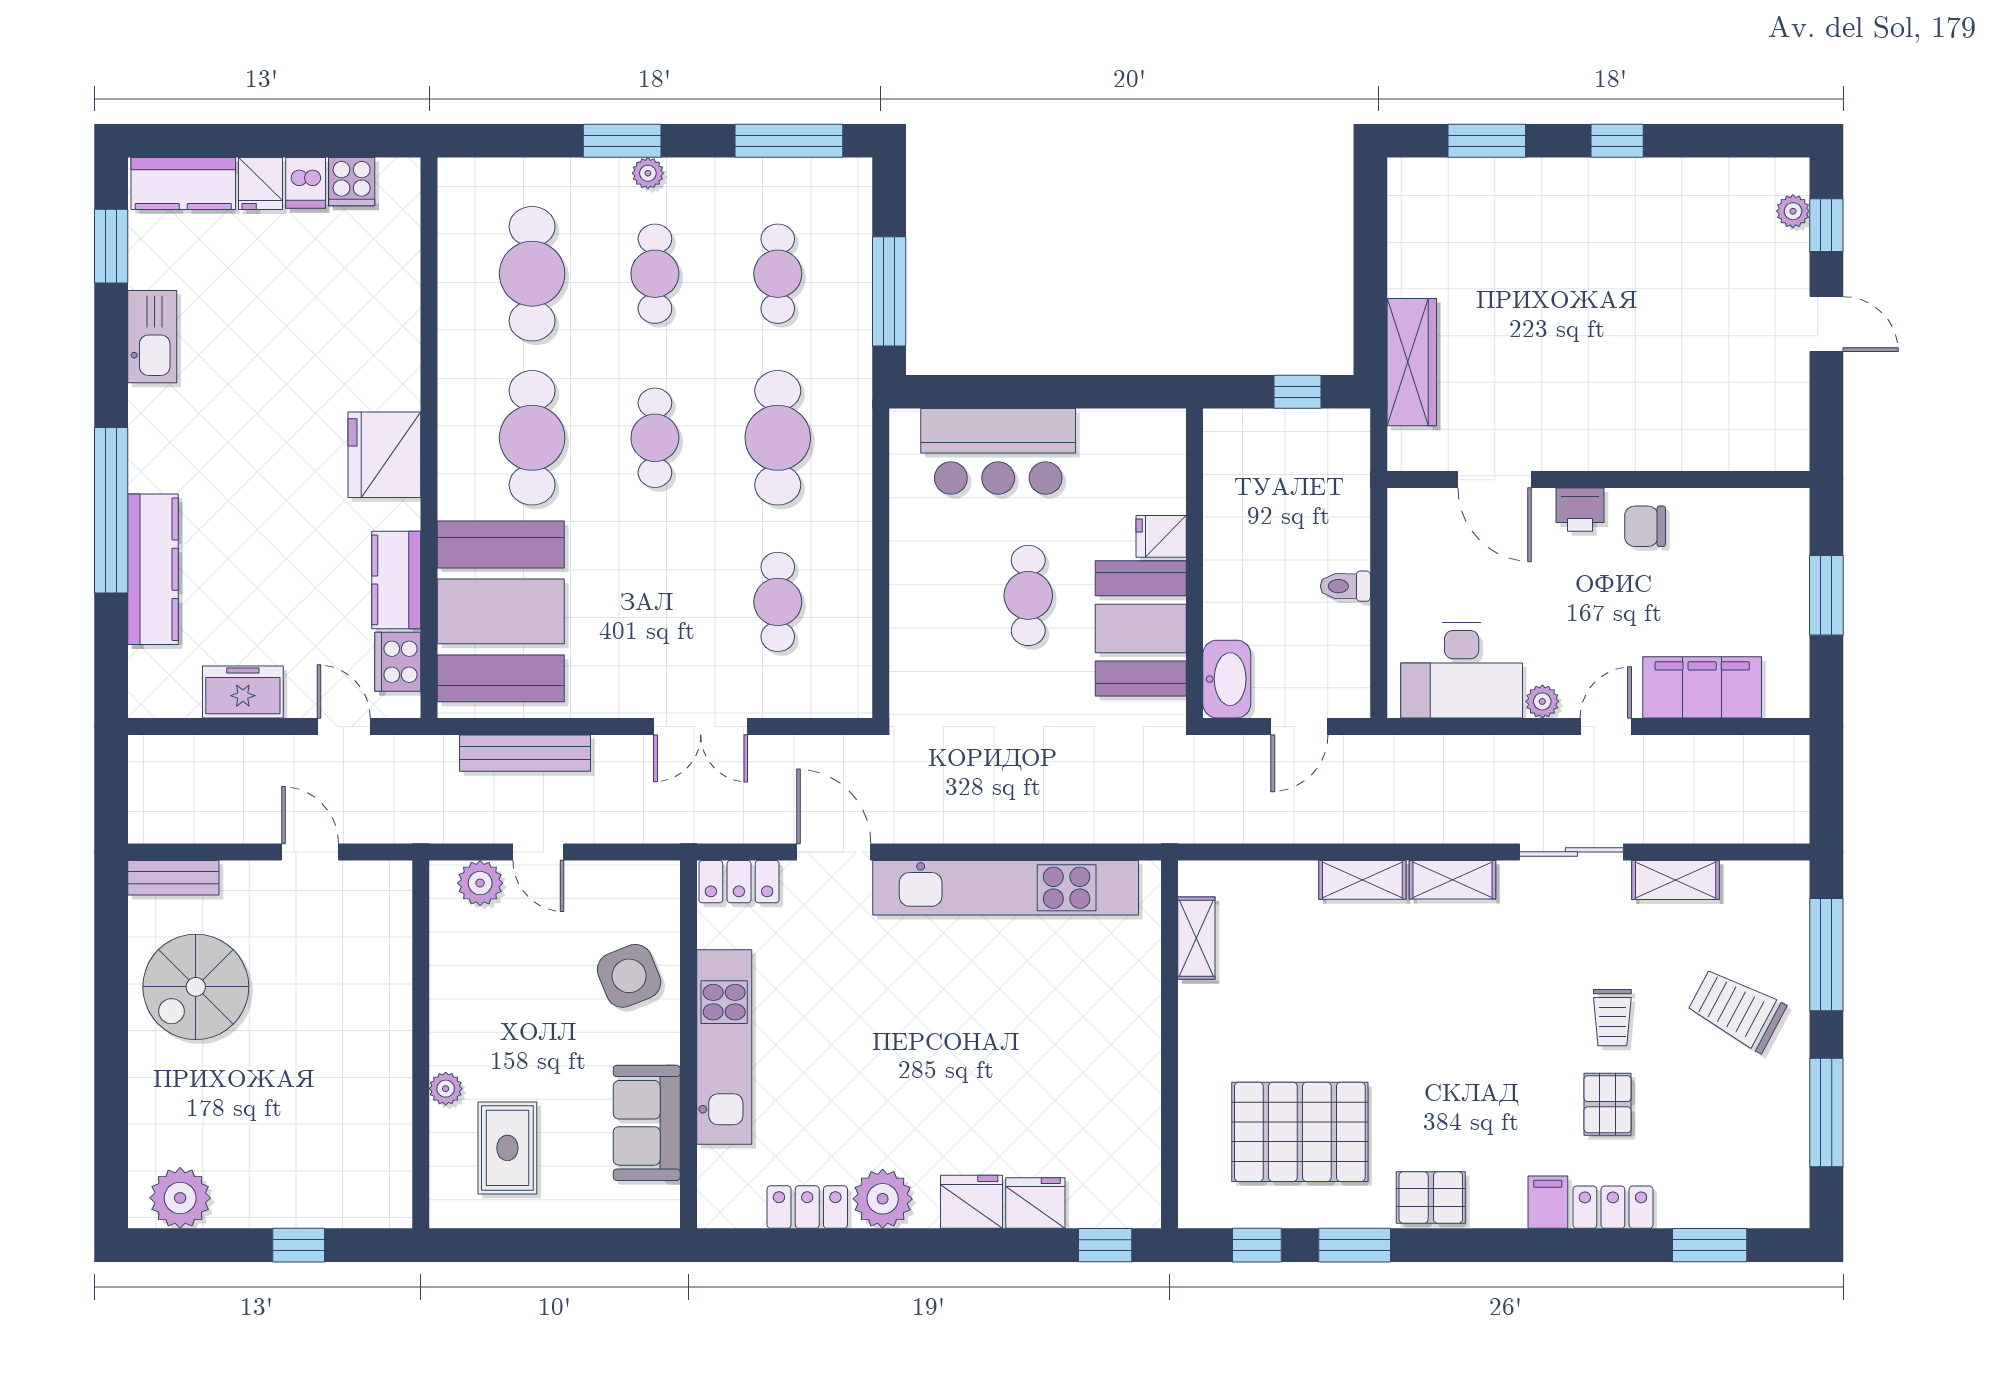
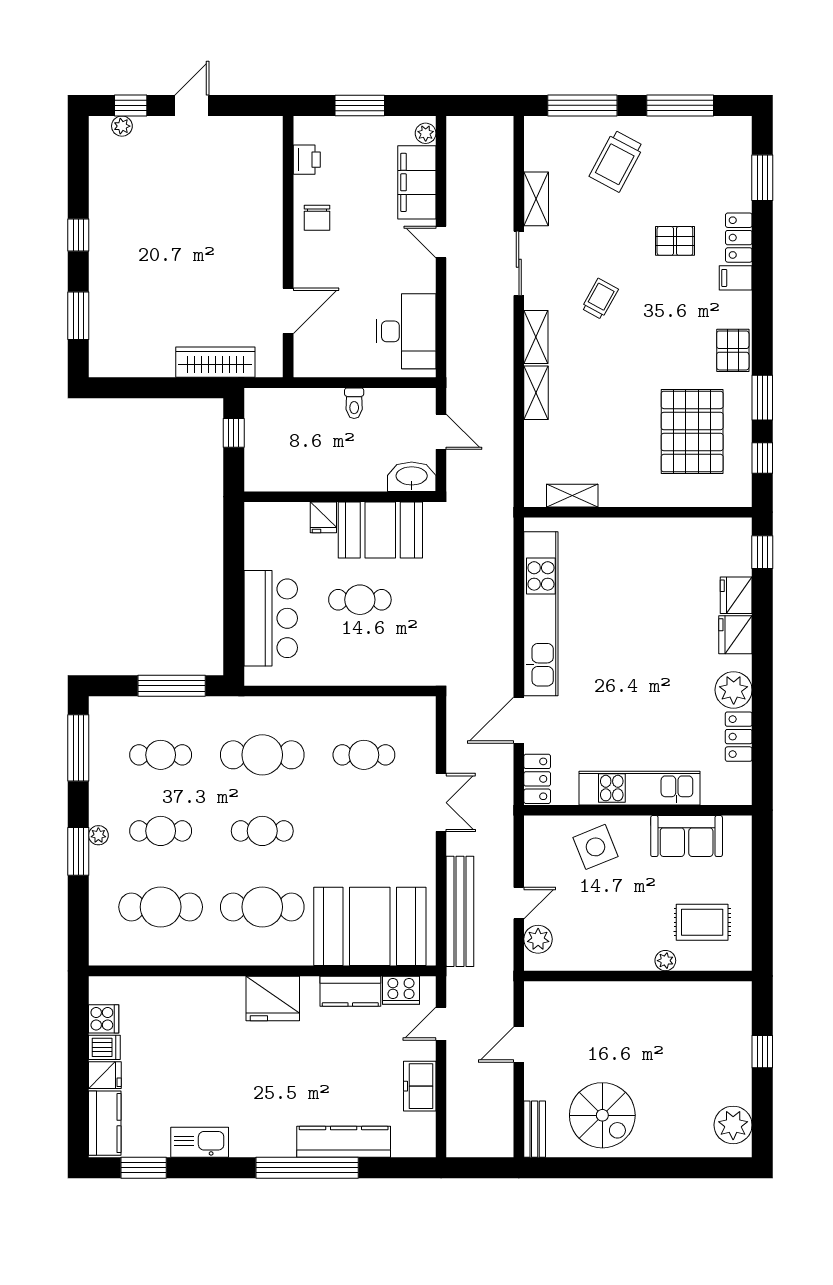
printer: (1580, 510) -> (307, 160), moved
plant: (1542, 701) -> (426, 133), moved
bench: (525, 753) -> (460, 911), width x1.37, depth x1.21
trolley: (1612, 1018) -> (600, 299), moved, turned -61

